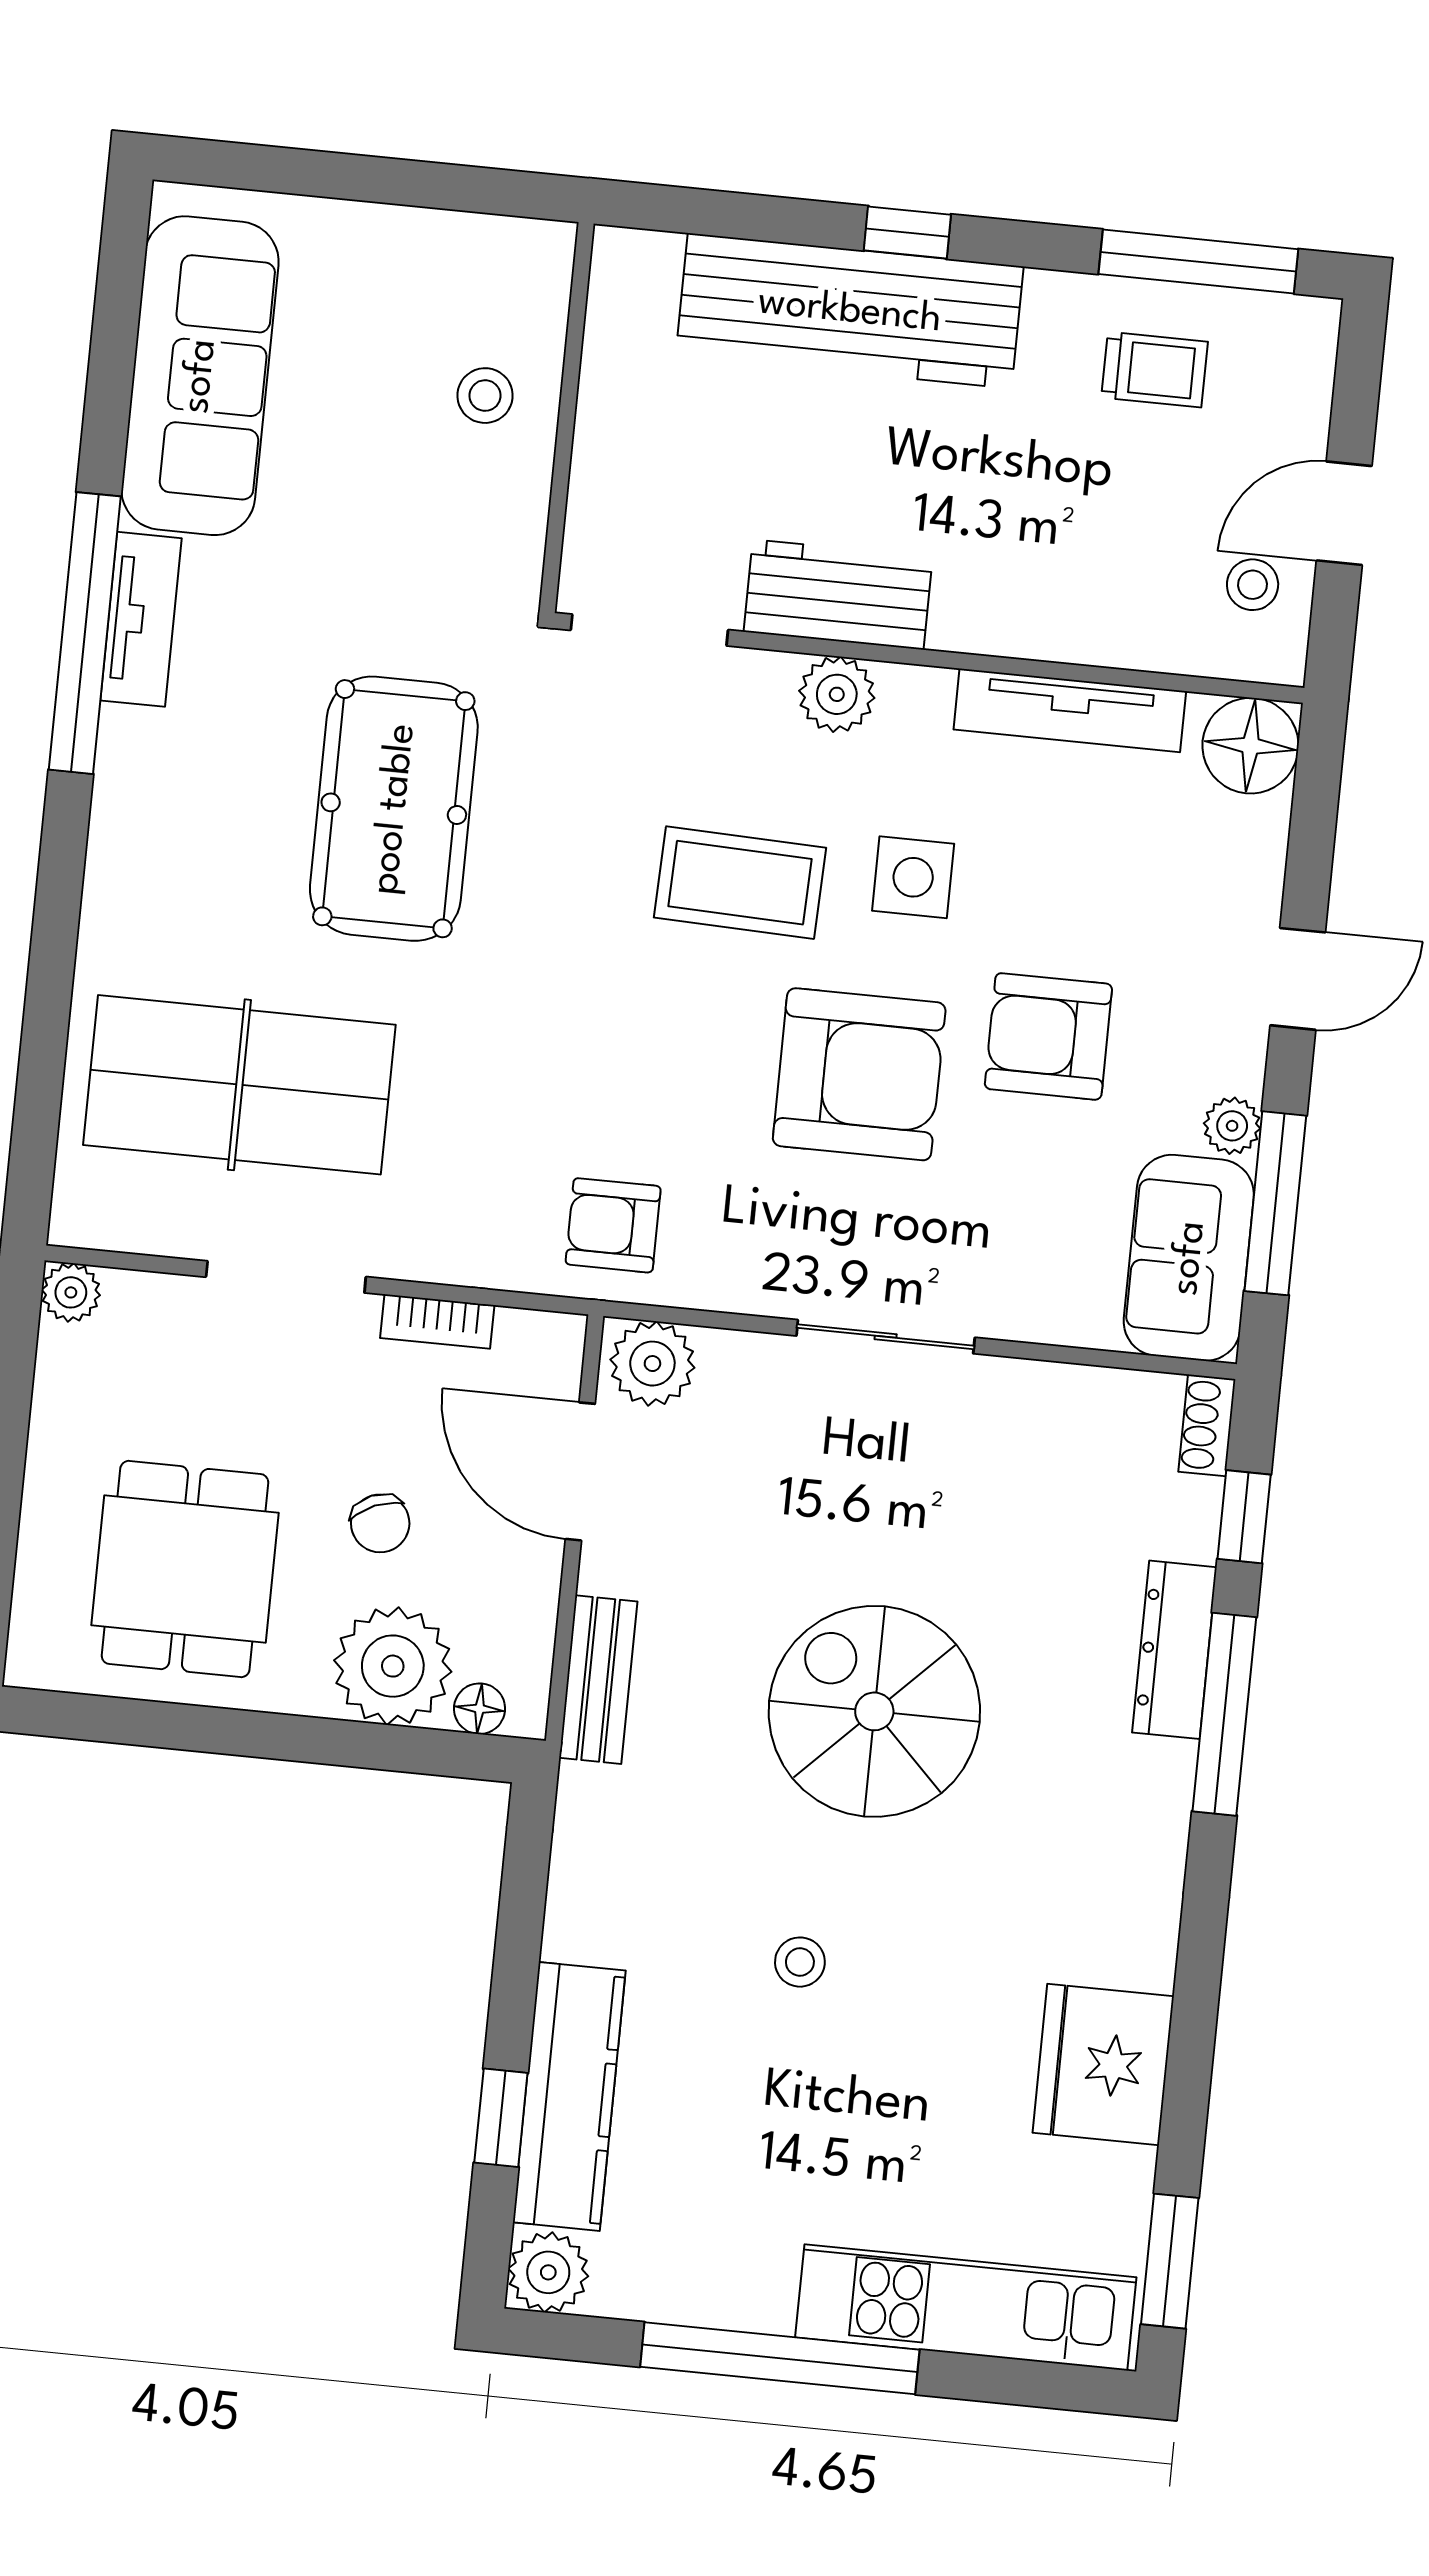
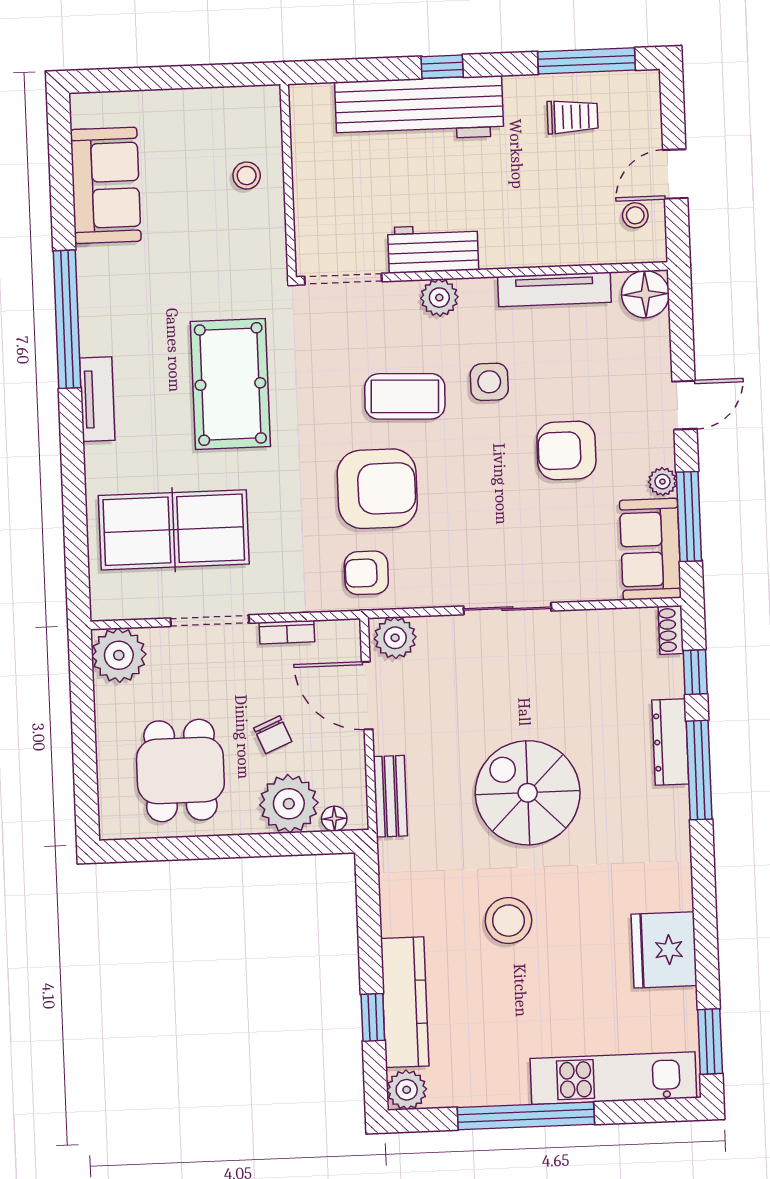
sofa: (200, 376) -> (106, 185), width x0.73
tv unit: (141, 619) -> (97, 399), moved
armchair: (859, 1074) -> (377, 489), moved
plant: (71, 1292) -> (119, 655), width x1.88, depth x1.88
stool: (800, 1962) -> (508, 921), width x1.89, depth x1.89

